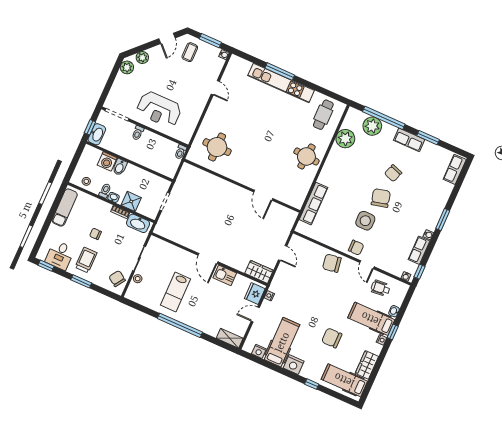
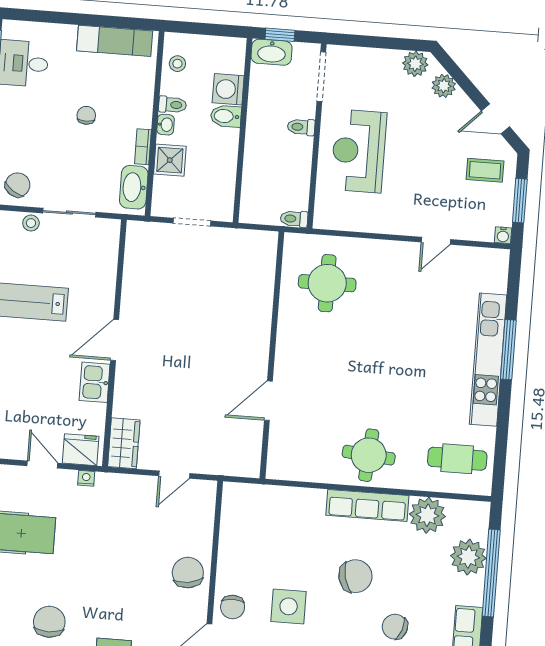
chair: (381, 198) -> (355, 576), moved
row of seats: (313, 204) -> (367, 505), moved
trolley: (86, 260) -> (32, 115), removed

